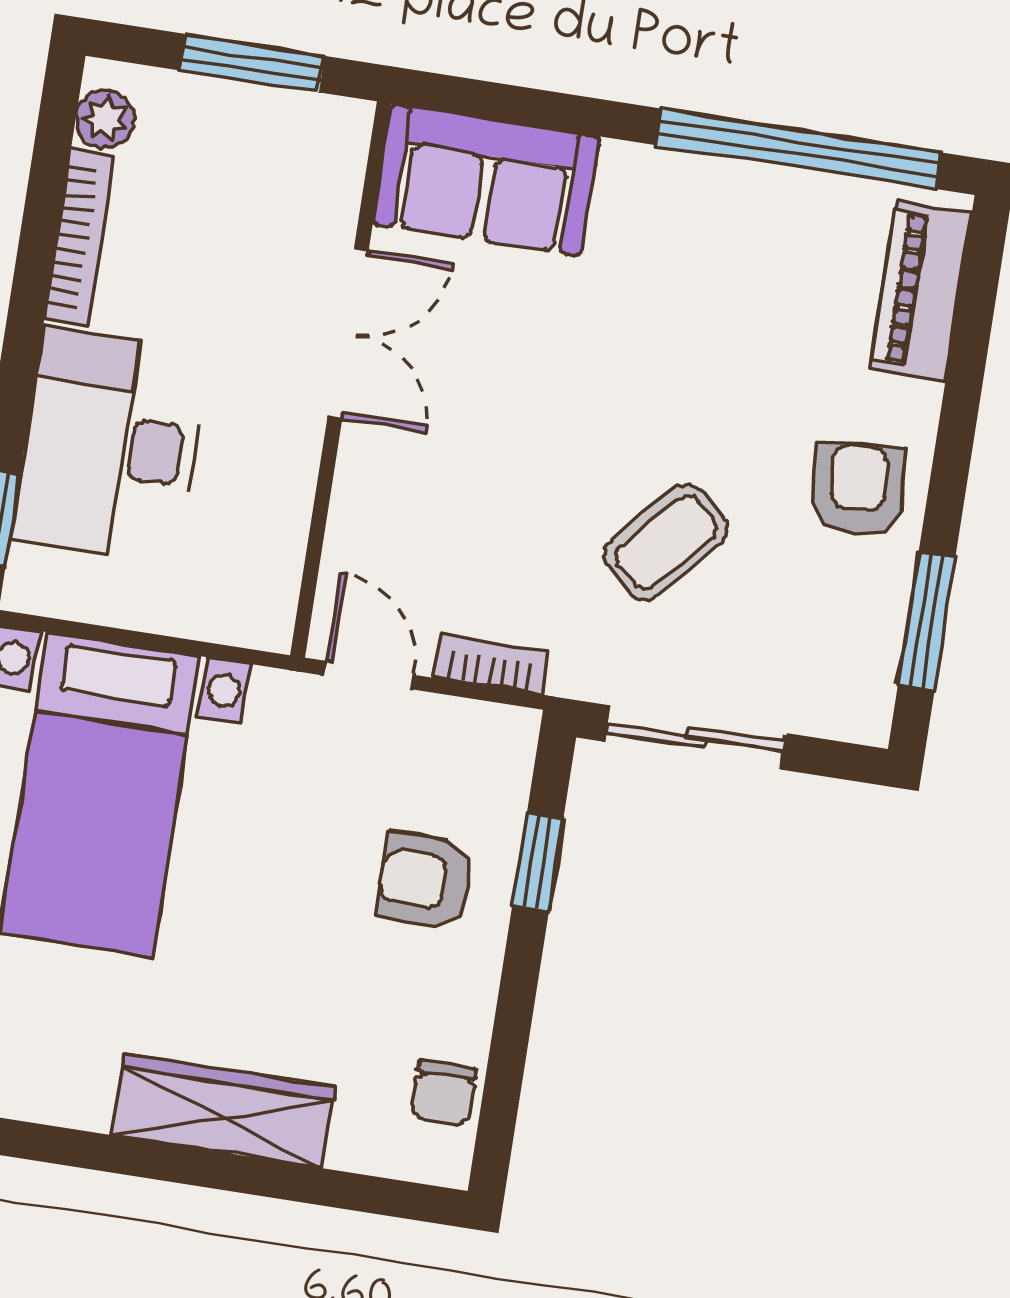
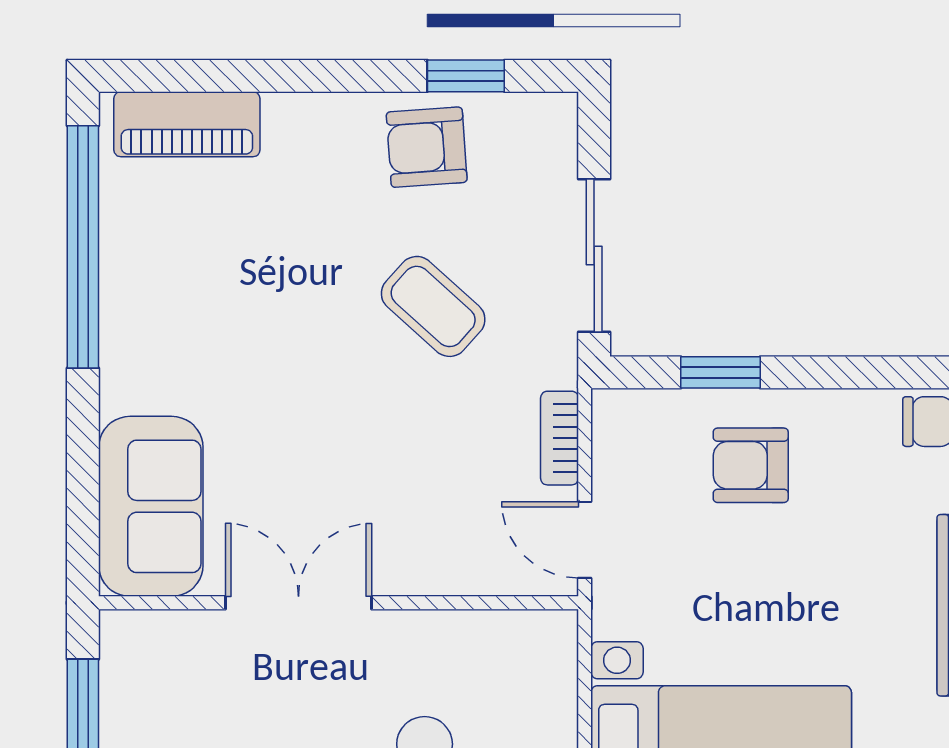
armchair: (858, 489) -> (427, 147), moved
window: (926, 622) -> (466, 76), width x0.67
door: (369, 675) -> (585, 540), hinge flipped
armchair: (425, 880) -> (751, 465), turned 90

